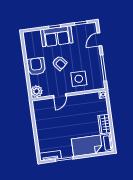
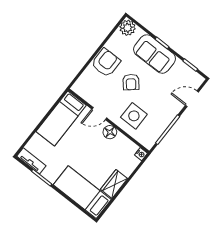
plant: (36, 91) -> (128, 28), moved
floor lamp: (75, 100) -> (110, 132), added
bed: (43, 118) -> (61, 118), added

